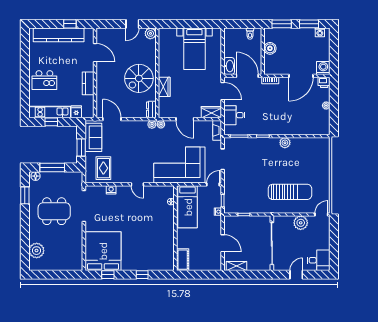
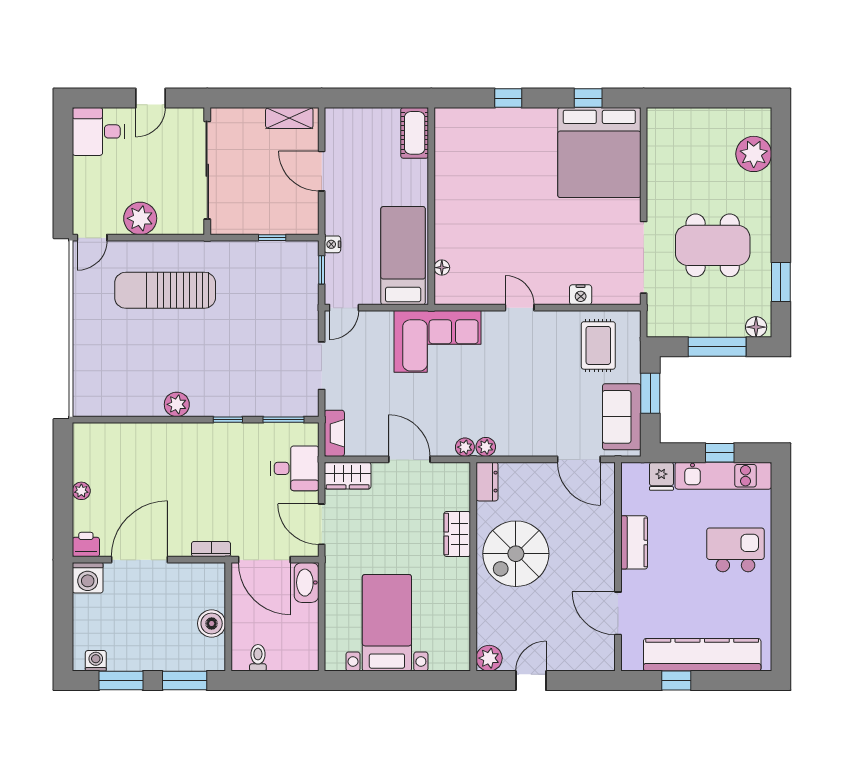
spiral stairs: (139, 78) -> (516, 554), turned 180
corner sofa: (179, 165) -> (438, 341), width x0.73, depth x0.74

